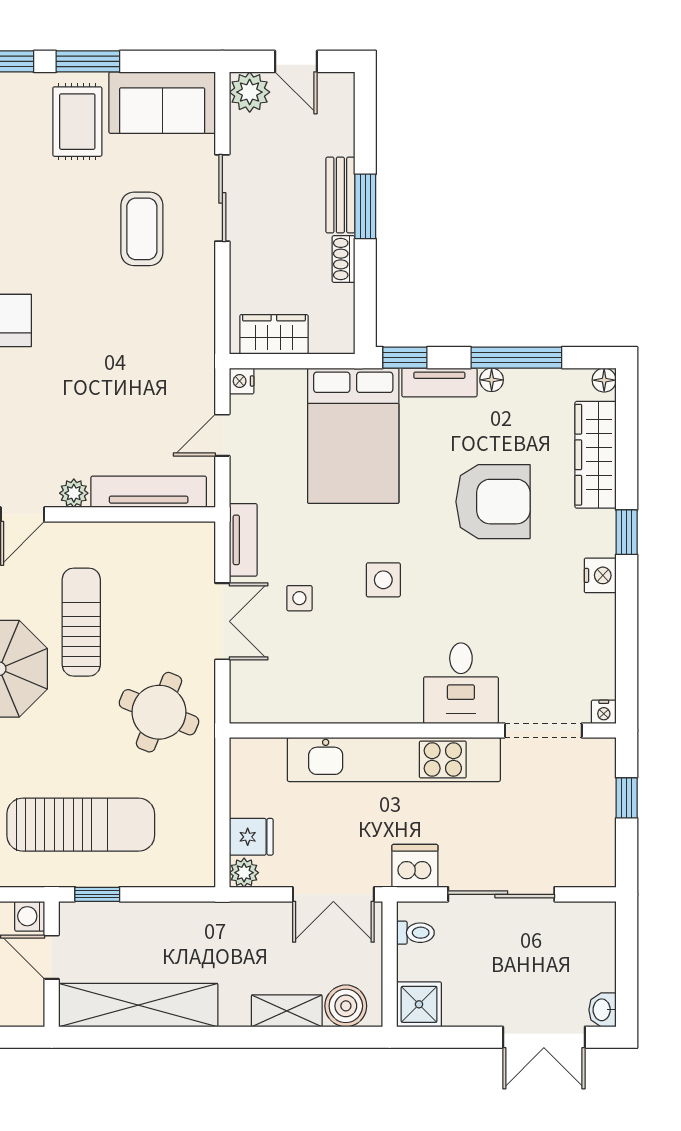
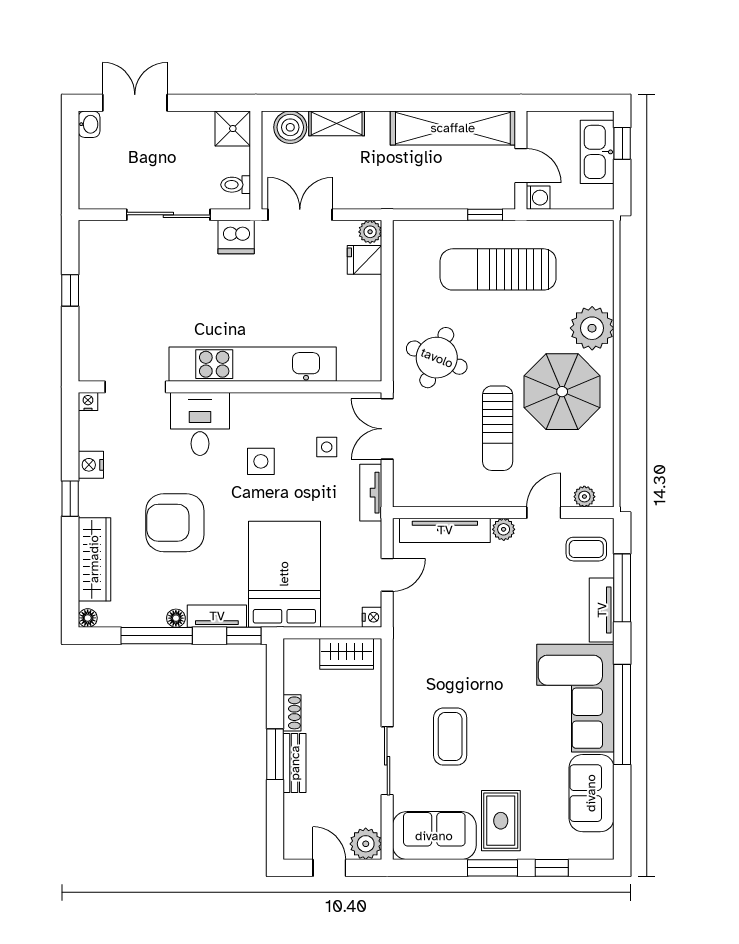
desk: (461, 683) -> (200, 424), moved
nightstand: (604, 712) -> (88, 402), moved
wall: (423, 731) -> (230, 387), moved
doorway: (543, 731) -> (135, 387), moved
kitchen unit: (394, 759) -> (253, 364), moved

